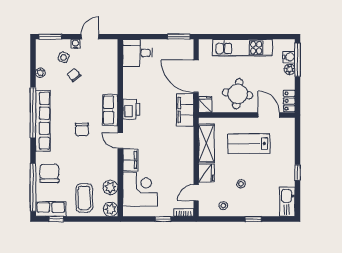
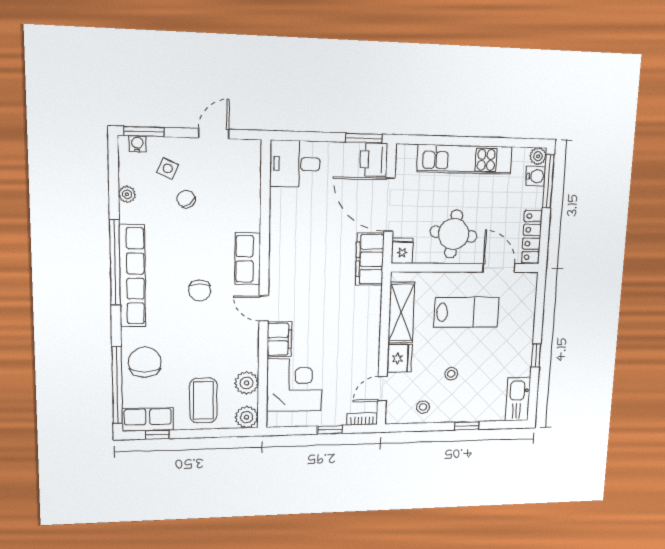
water cooler: (75, 44) -> (137, 144), moved
plant: (290, 69) -> (538, 156), moved
locker: (289, 101) -> (532, 237), width x1.53
printer: (131, 109) -> (374, 159), moved, turned 180
lab bench: (249, 144) -> (466, 312), turned 180

